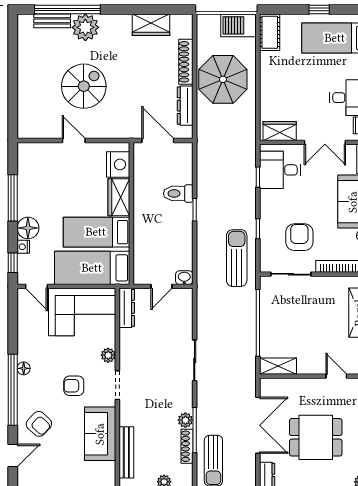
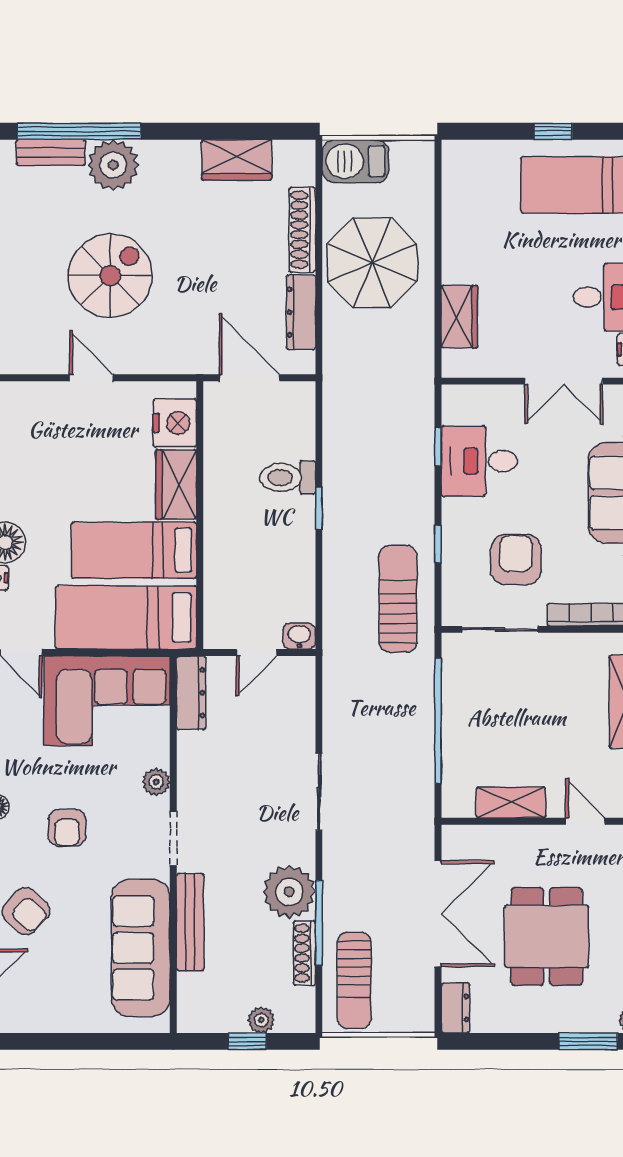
barbecue: (239, 25) -> (355, 161), moved
cot: (270, 32) -> (460, 174), removed
wardrobe: (280, 131) -> (459, 317), moved, turned 90
desk: (280, 170) -> (479, 461), moved
shelving: (278, 366) -> (511, 802), moved
armchair: (74, 386) -> (67, 828), moved, turned -90
plant: (185, 420) -> (289, 892), width x1.87, depth x1.87
sofa: (100, 434) -> (141, 948), width x1.36
dining table: (316, 437) -> (547, 936), turned 90
bench: (126, 452) -> (190, 922), moved

